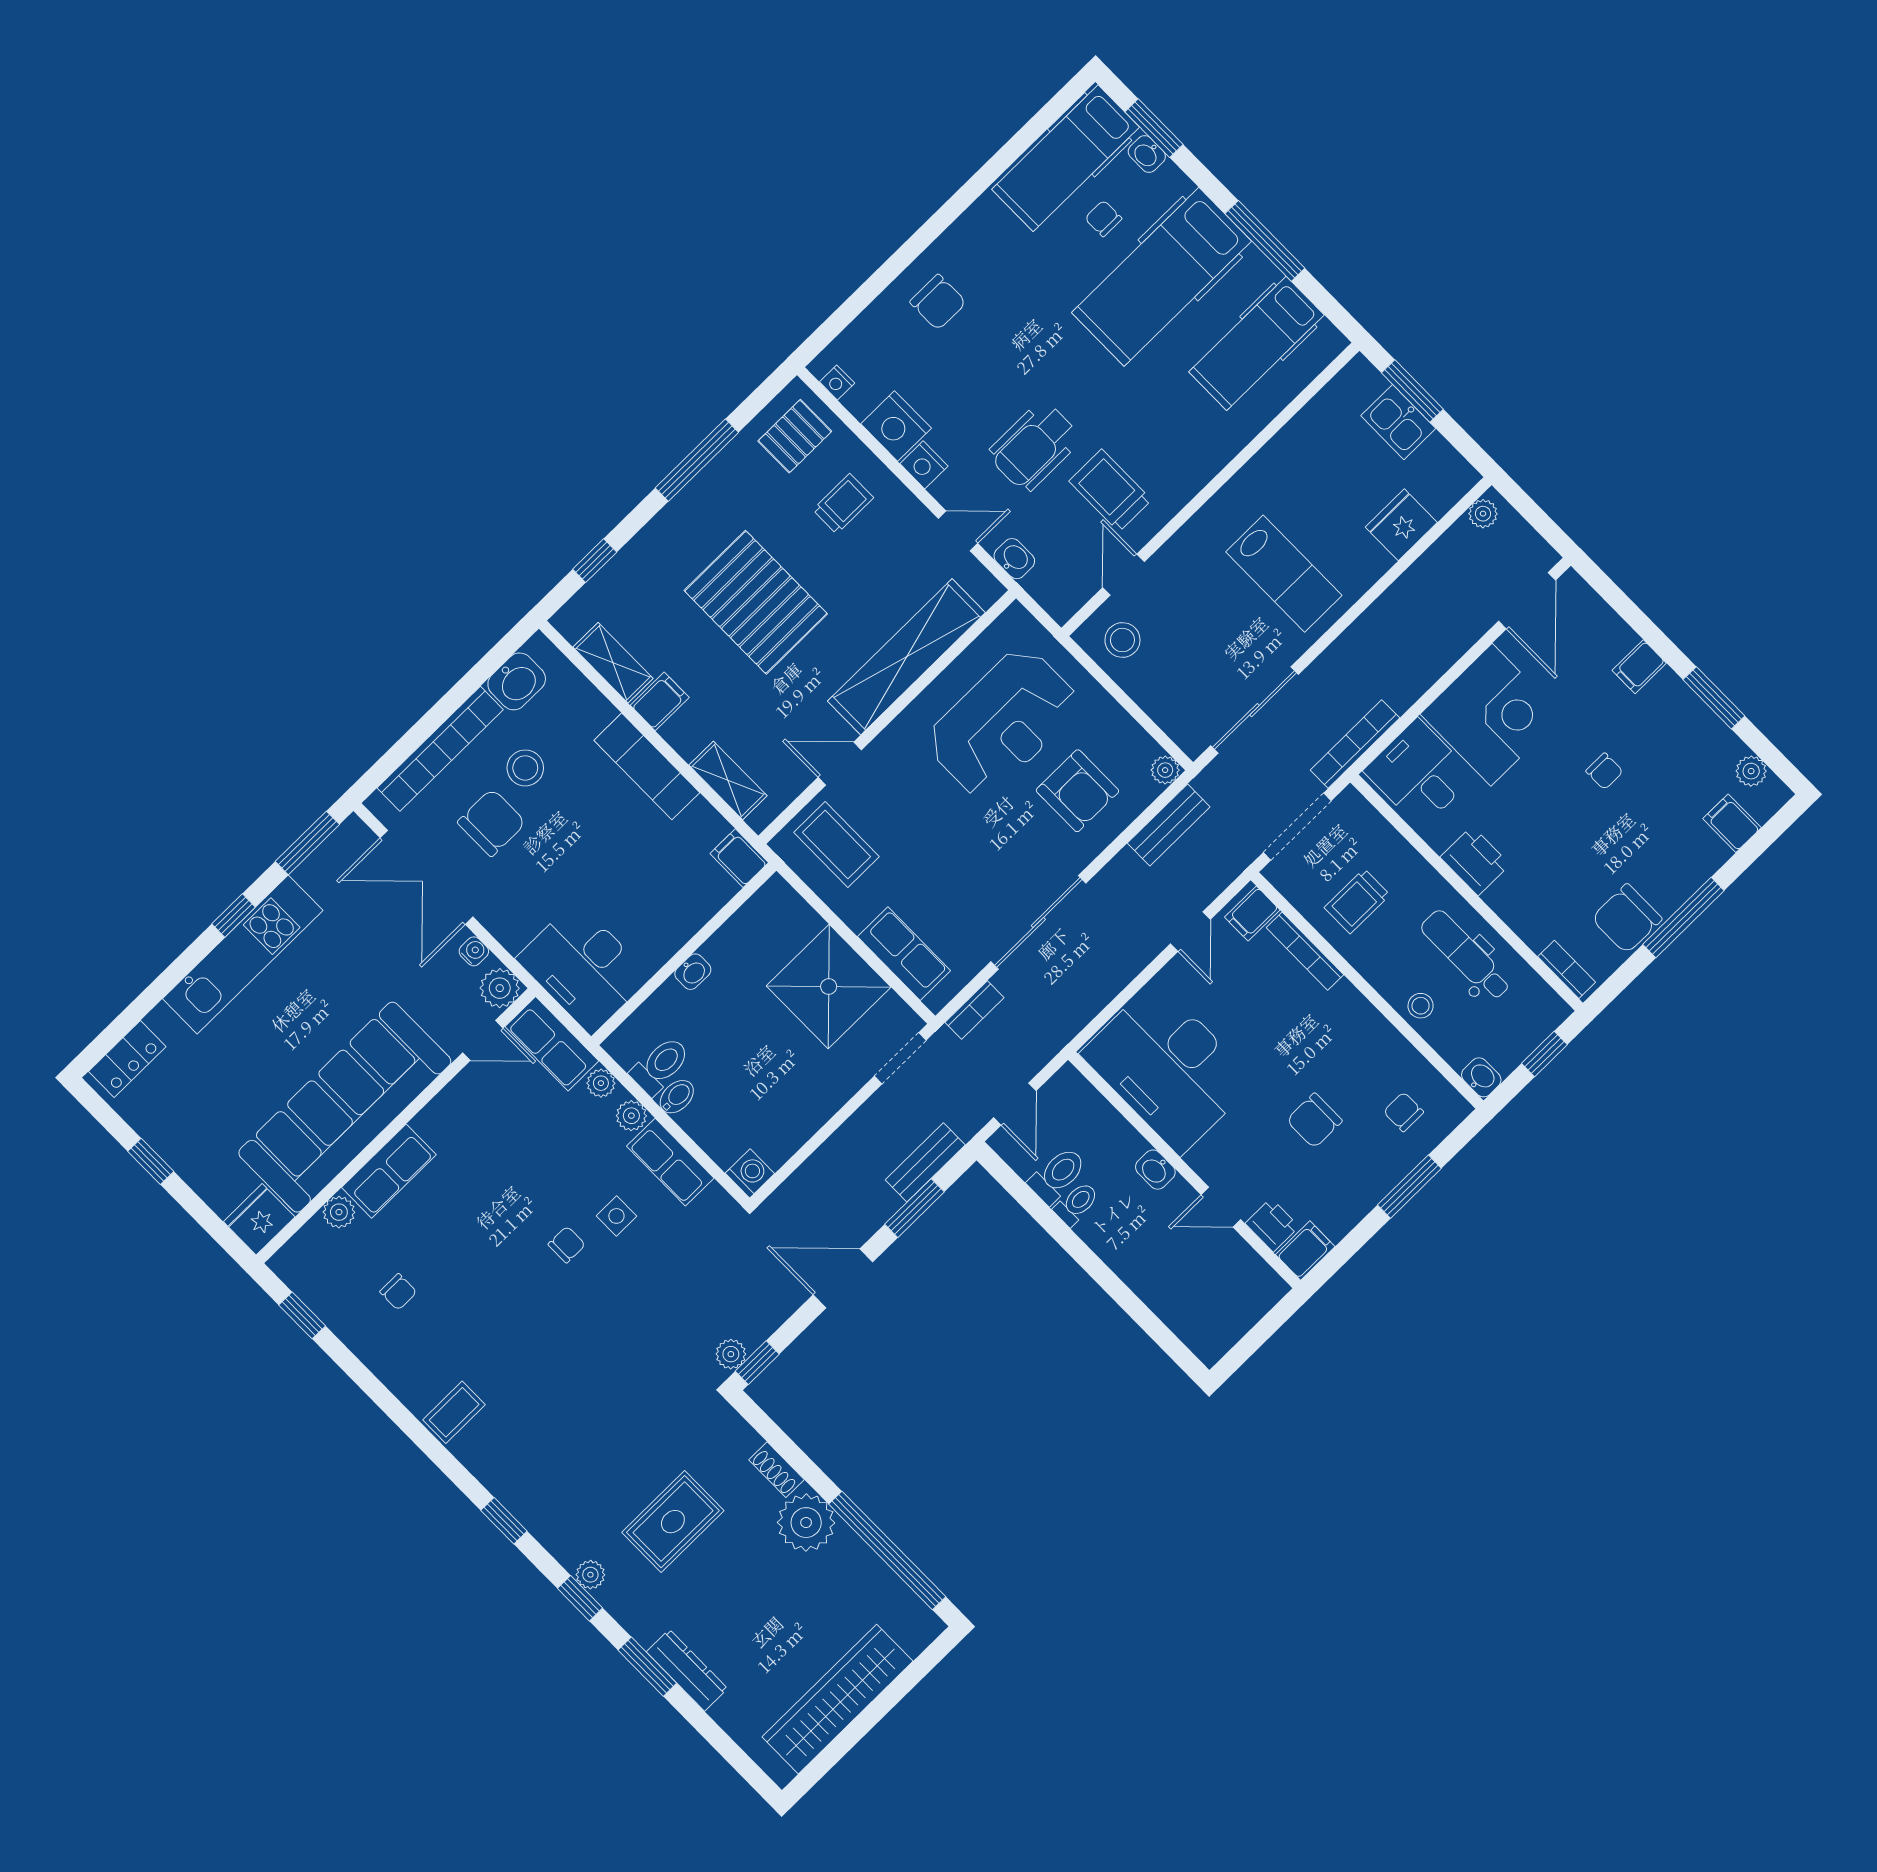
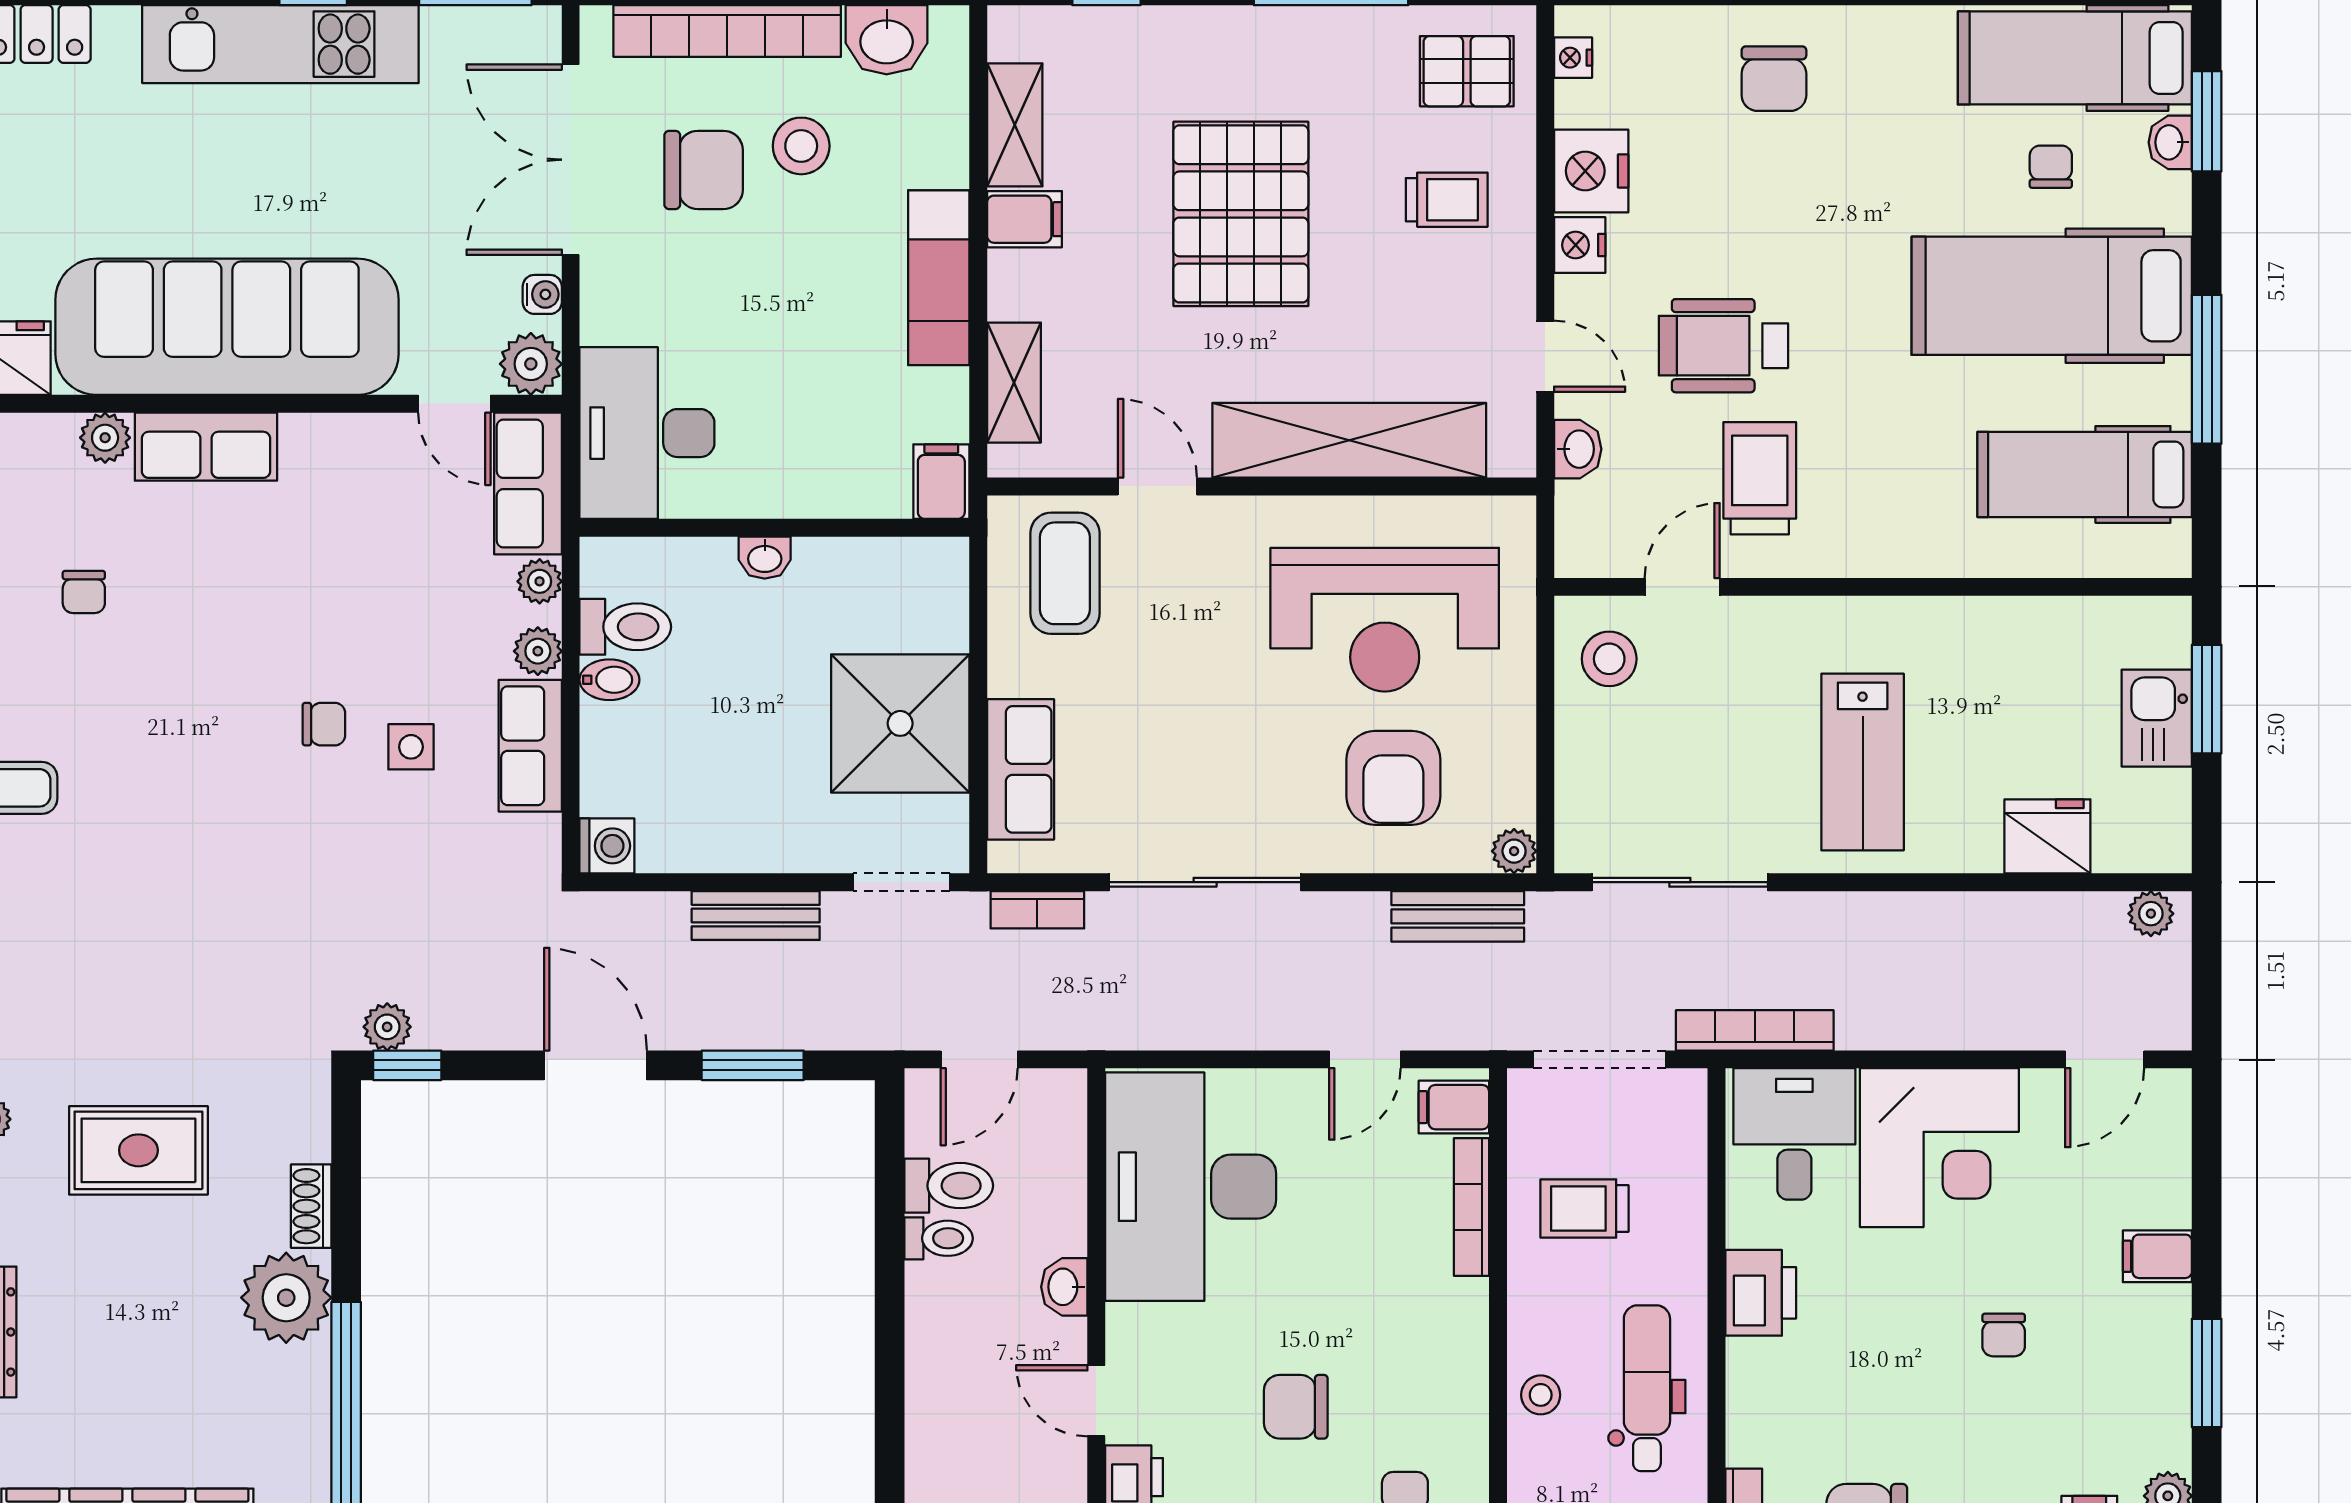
door: (1527, 601) -> (2105, 1059), width x0.73
bench: (925, 1162) -> (756, 916), moved

